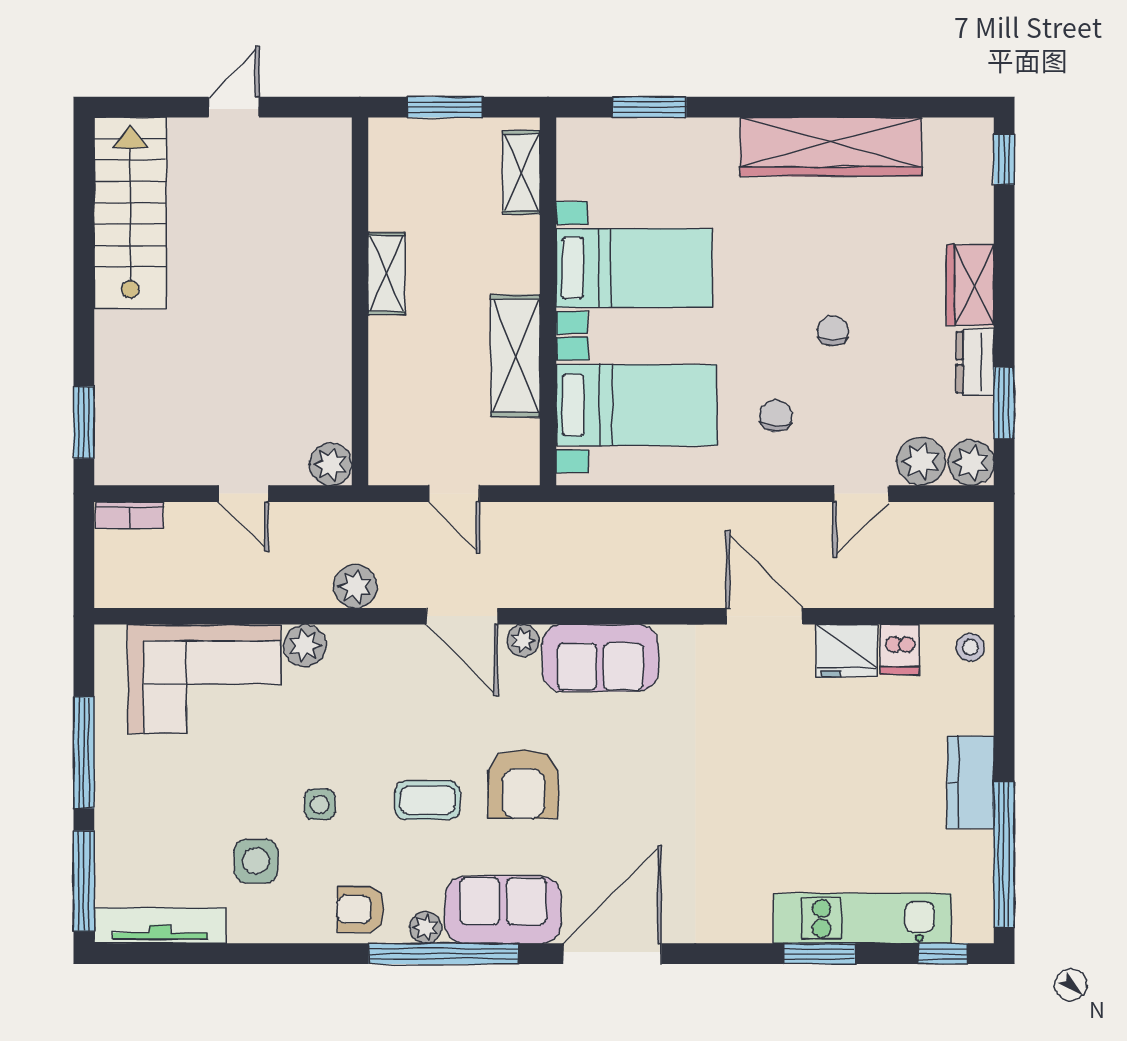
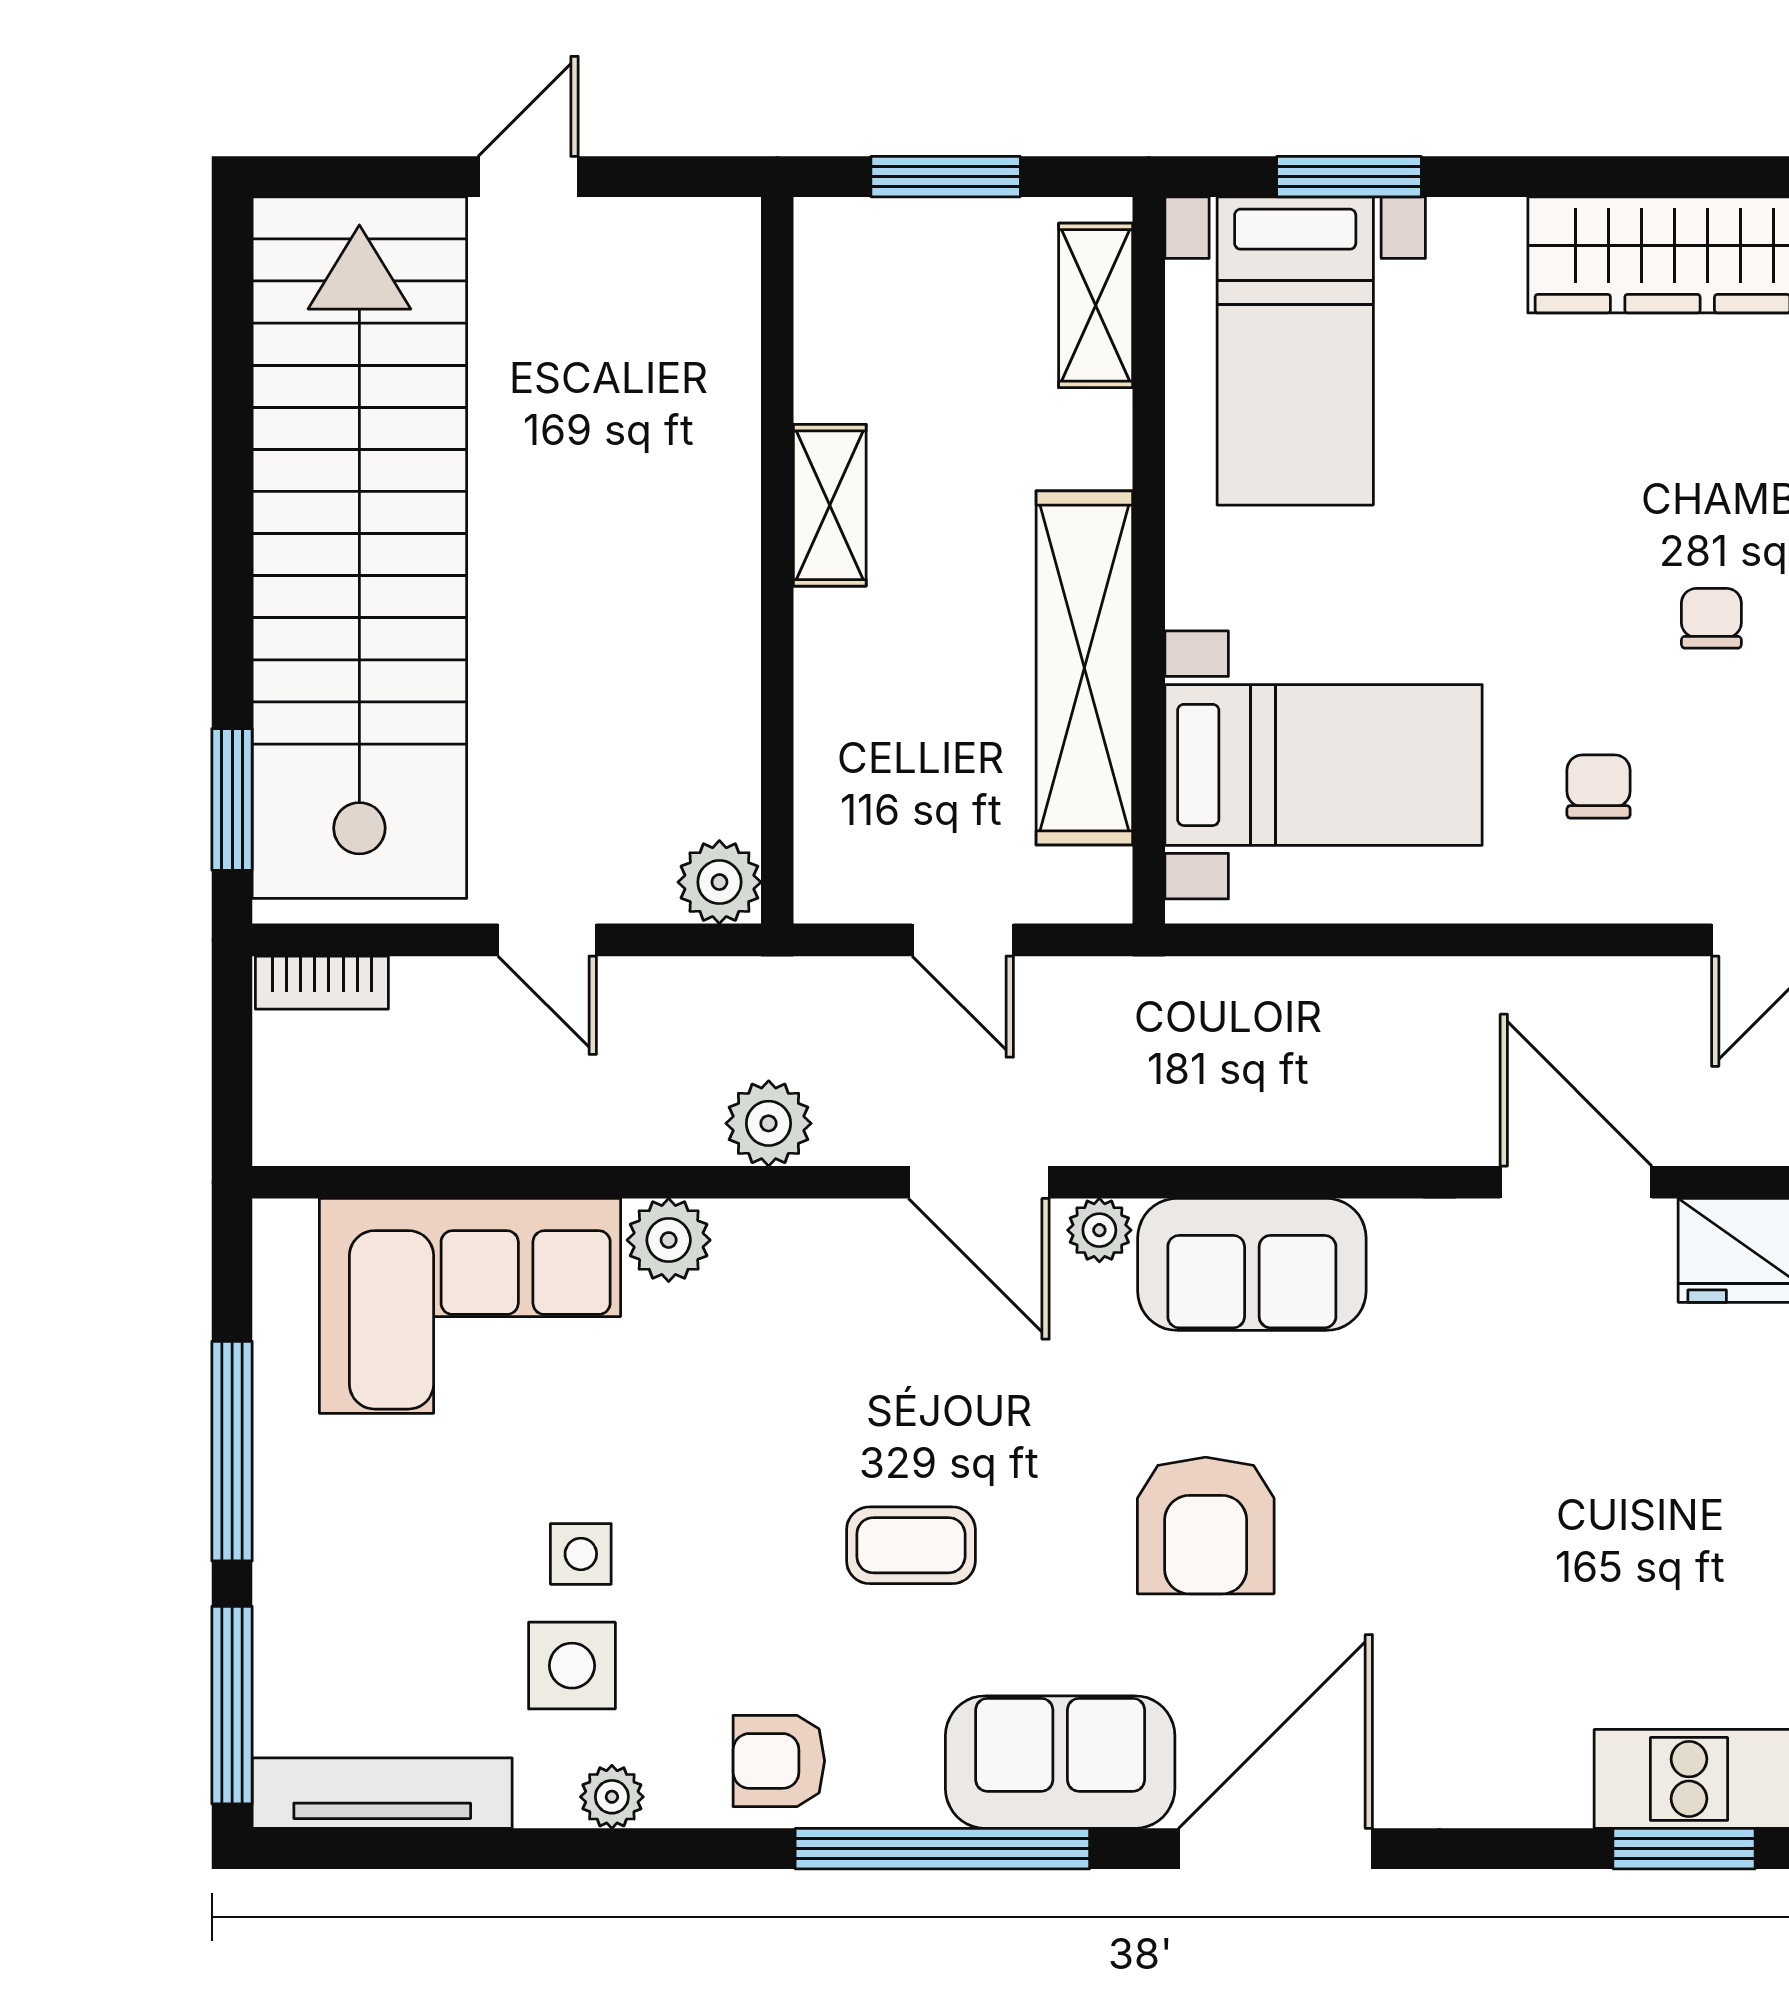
stairs: (130, 213) -> (359, 548), width x1.86, depth x1.51
bed with nightstands: (634, 268) -> (1295, 351), moved, turned 90
shelving: (515, 356) -> (1084, 668), width x1.47
armchair: (523, 784) -> (1206, 1525), moved
side table: (320, 804) -> (581, 1554), moved
plant: (426, 927) -> (612, 1797), moved

